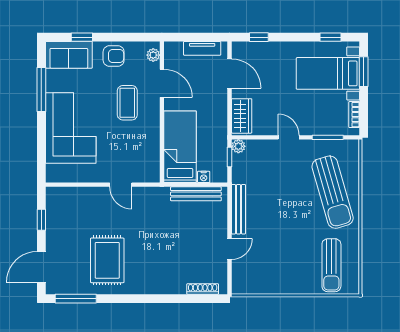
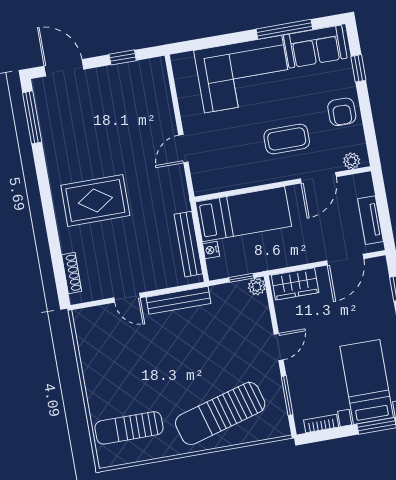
sofa: (69, 55) -> (315, 47), moved, turned -90
rug: (107, 260) -> (95, 200), moved

